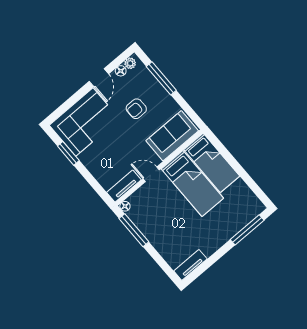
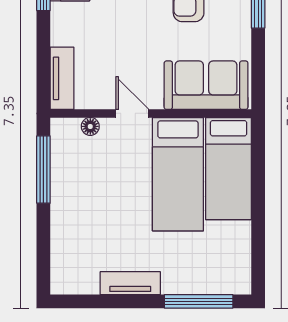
tv unit: (124, 186) -> (62, 78), moved, turned 90
floor lamp: (125, 206) -> (90, 126), moved
tv unit: (190, 265) -> (130, 283), moved

